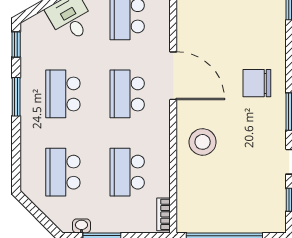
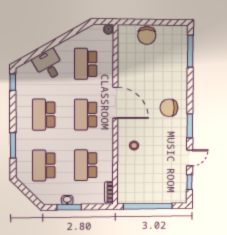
window: (16, 97) -> (13, 145), moved
stool: (203, 142) -> (134, 146), width x0.53, depth x0.53
washbasin: (81, 226) -> (67, 200), moved

